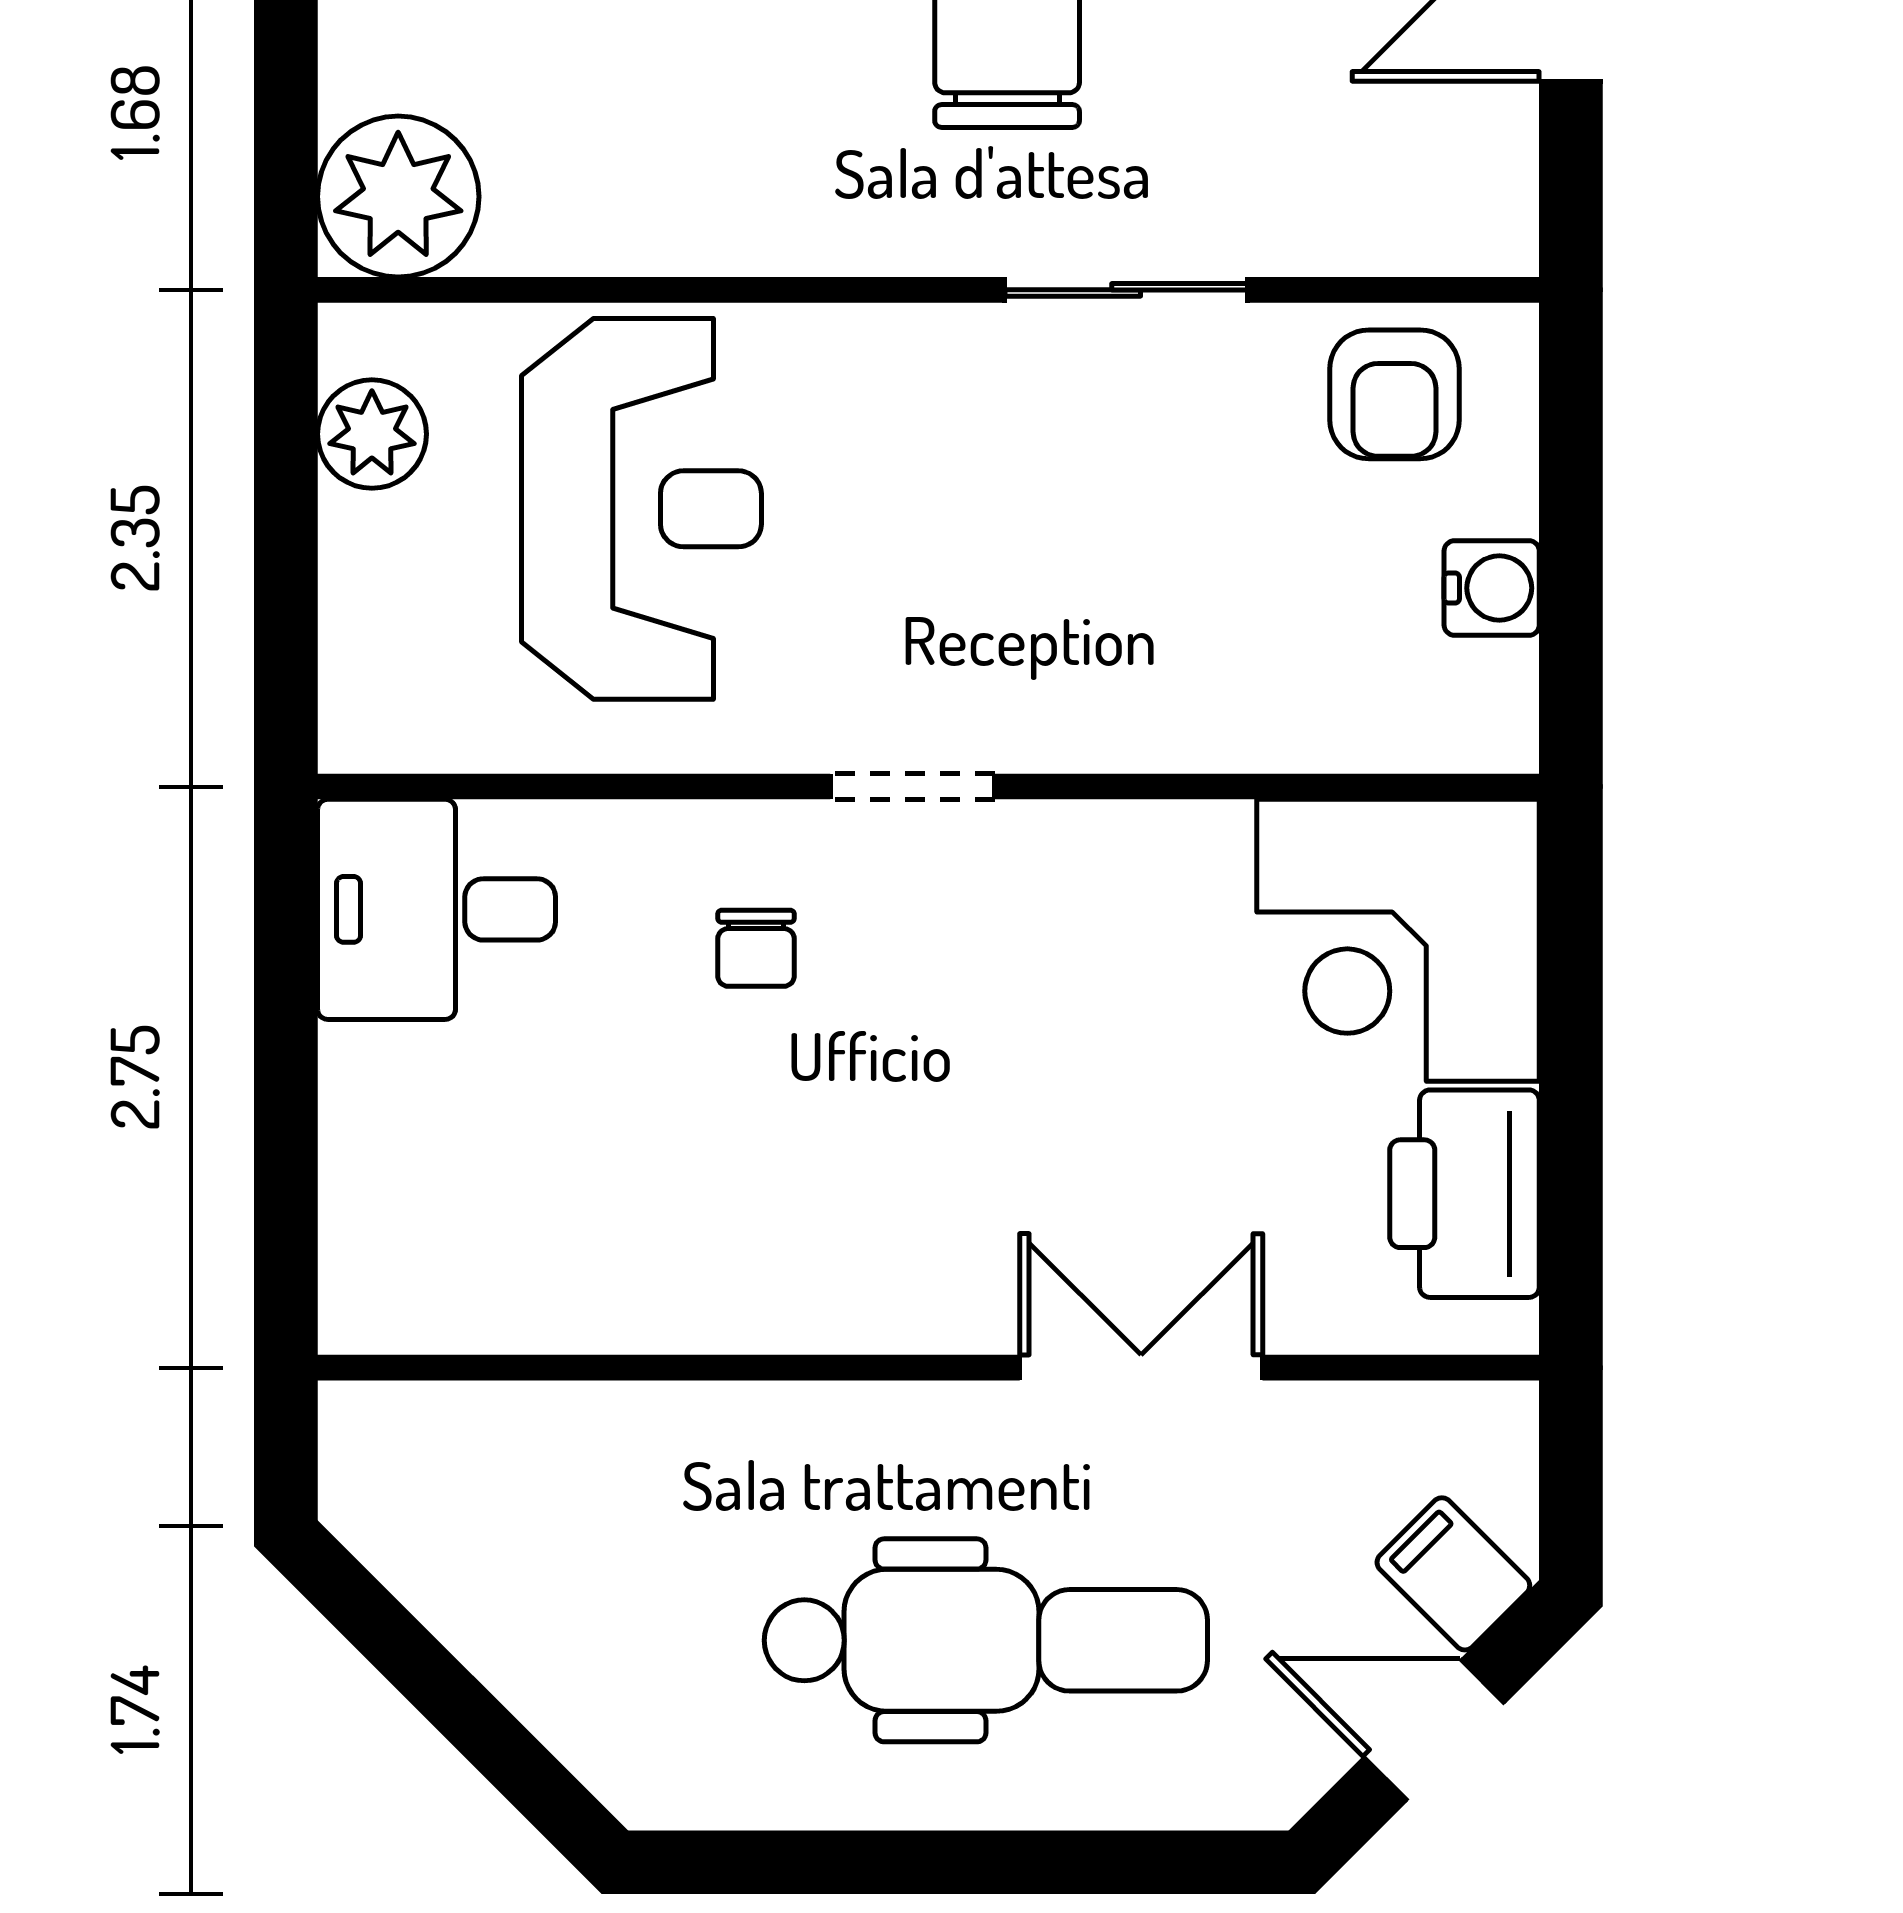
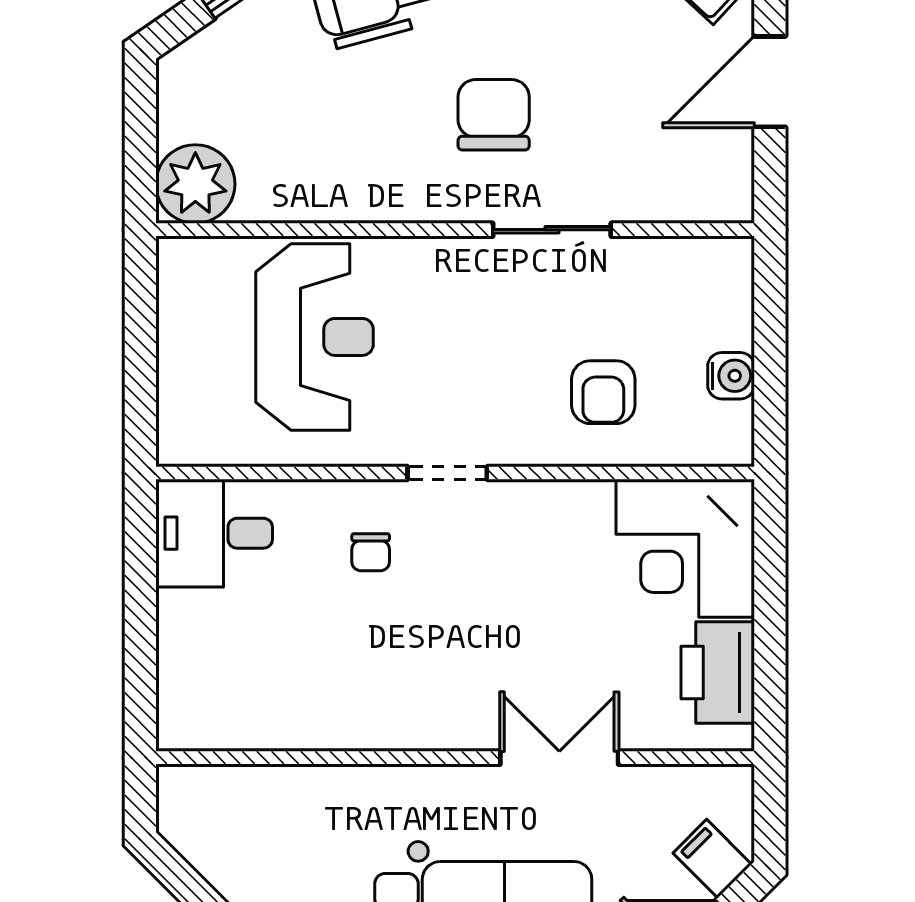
armchair: (1395, 394) -> (603, 392), moved
plant: (372, 434) -> (183, 300), removed

